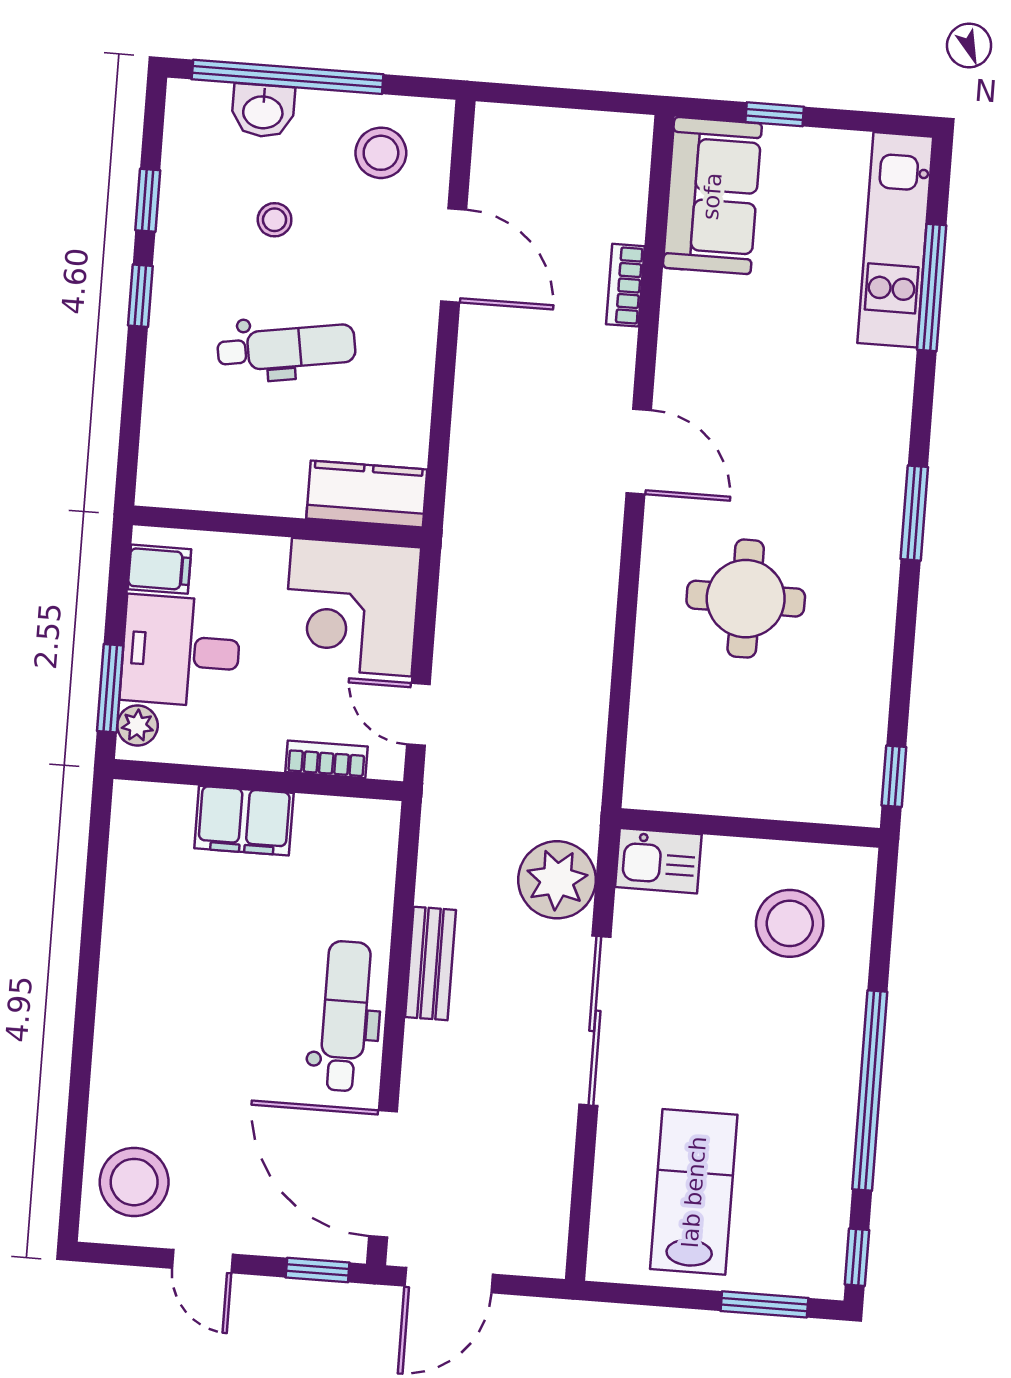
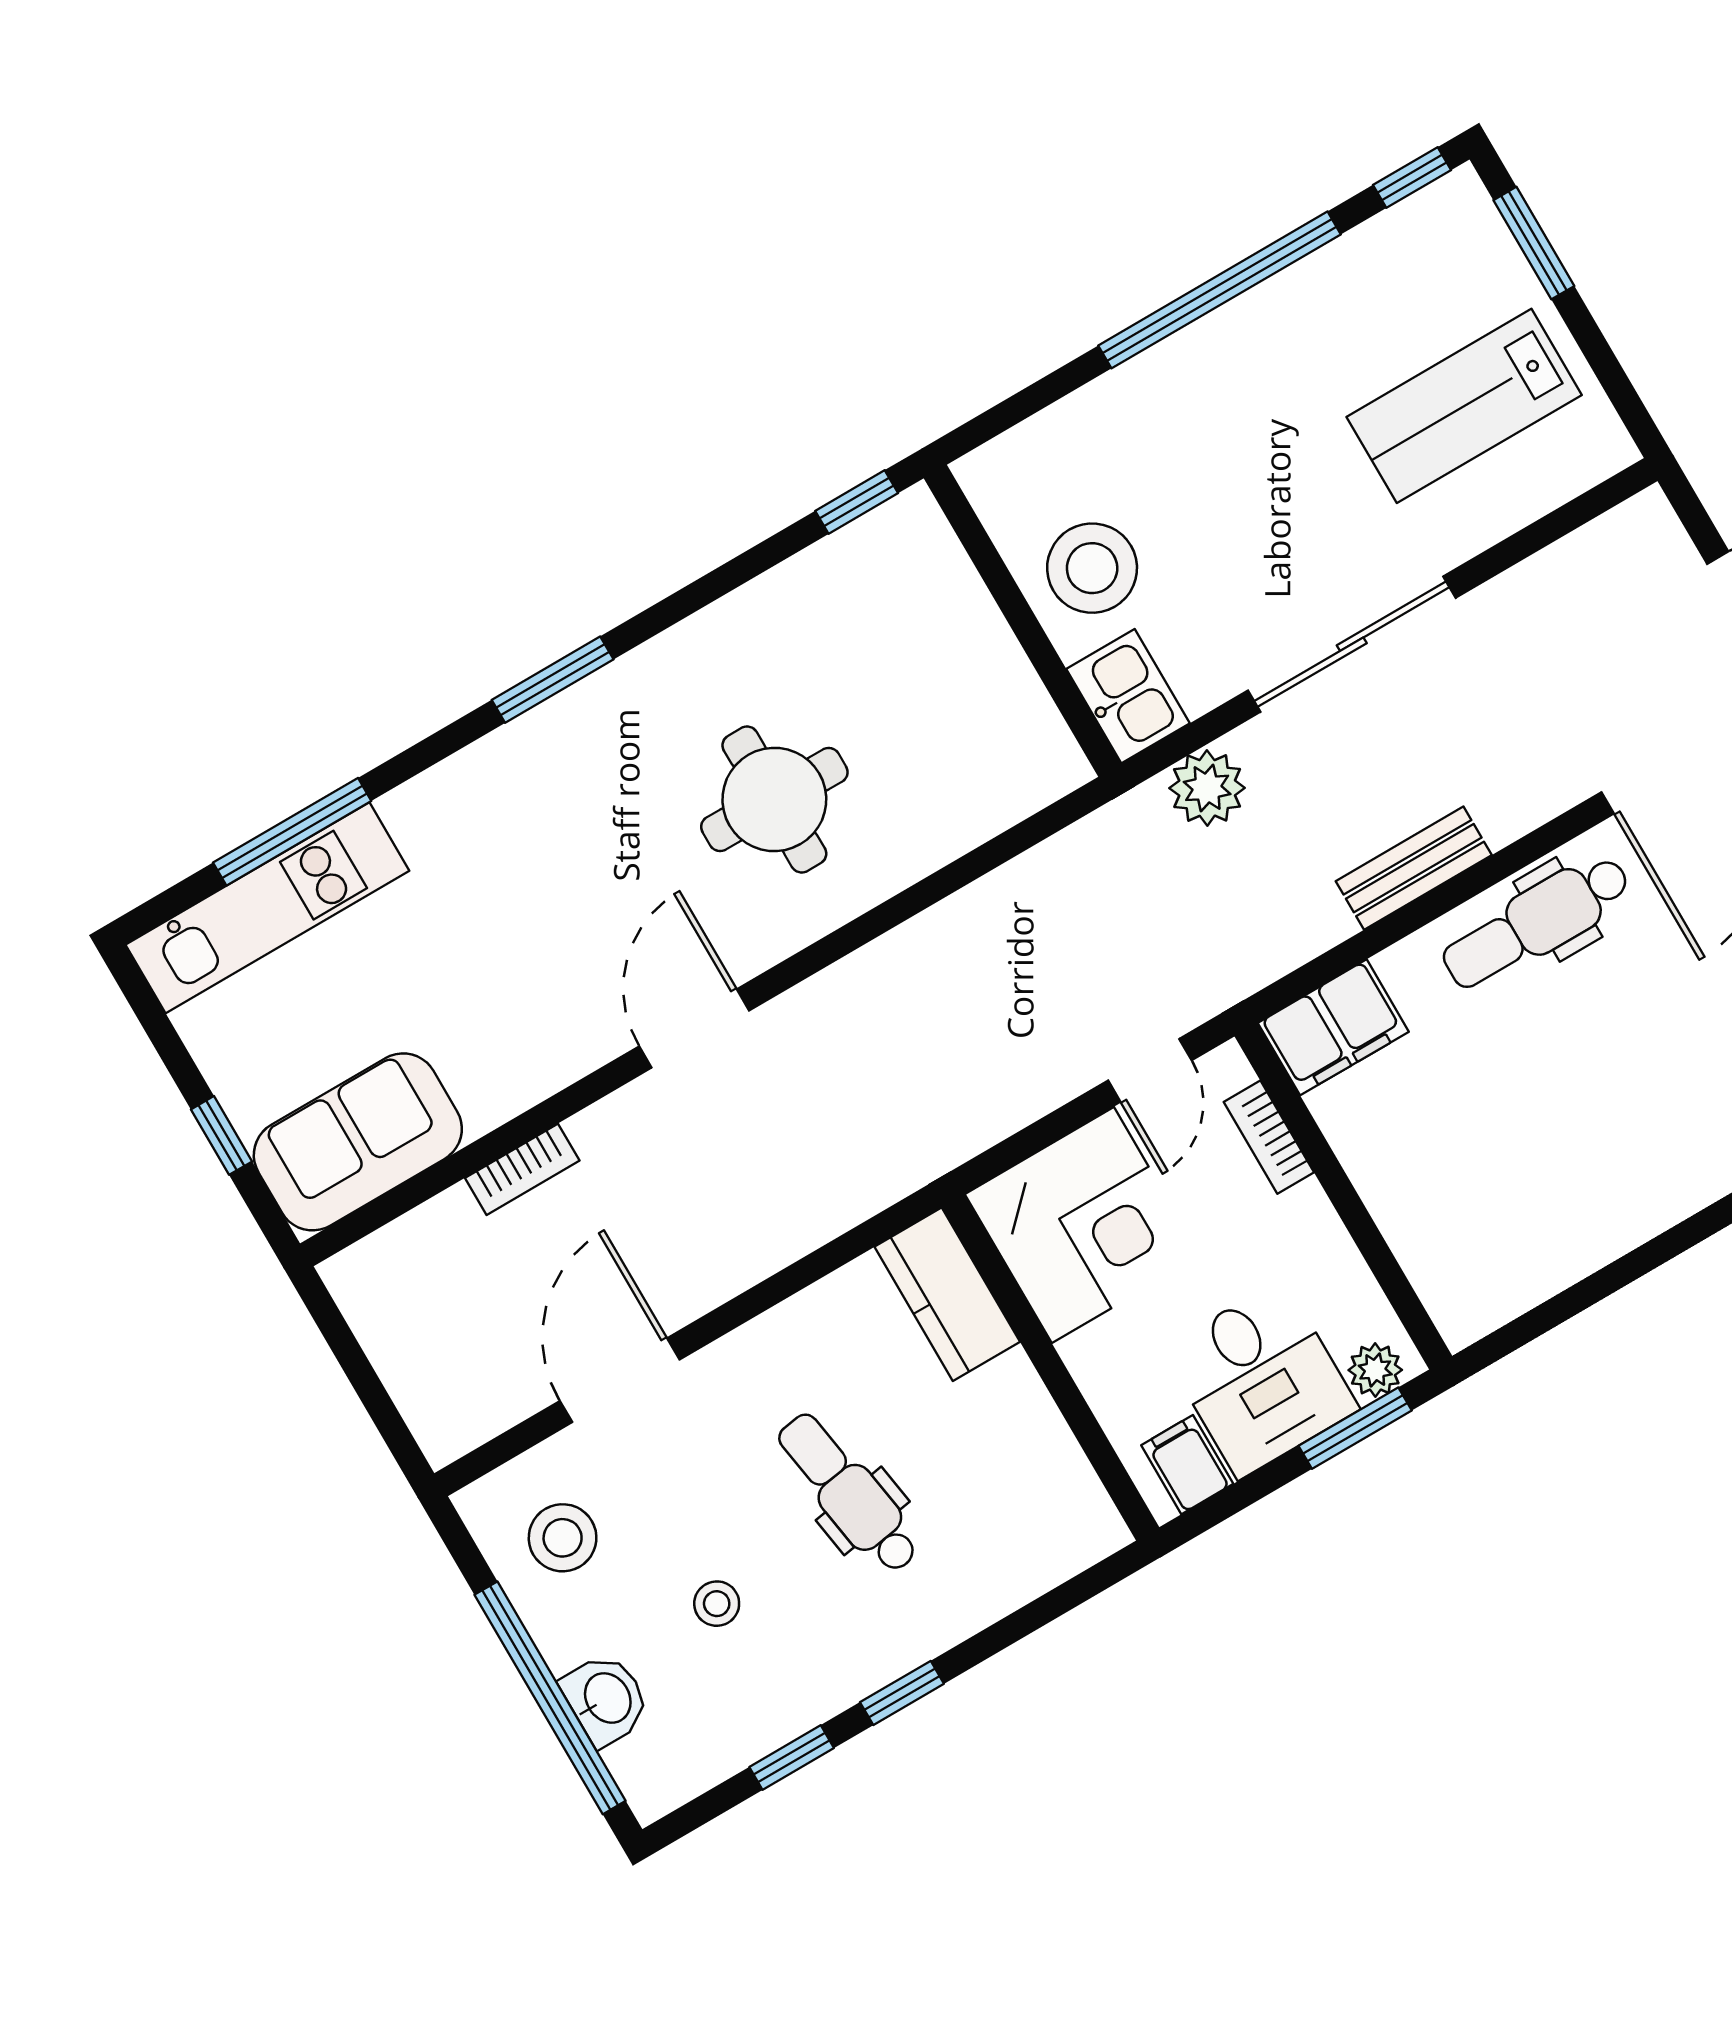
filing cabinet: (244, 821) -> (1333, 1027), moved, turned 90
plant: (557, 880) -> (1207, 788), width x0.73, depth x0.73
stool: (790, 923) -> (1092, 568), moved

